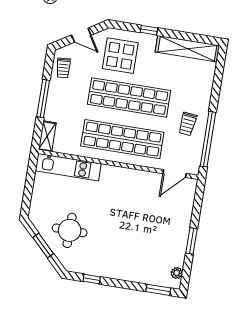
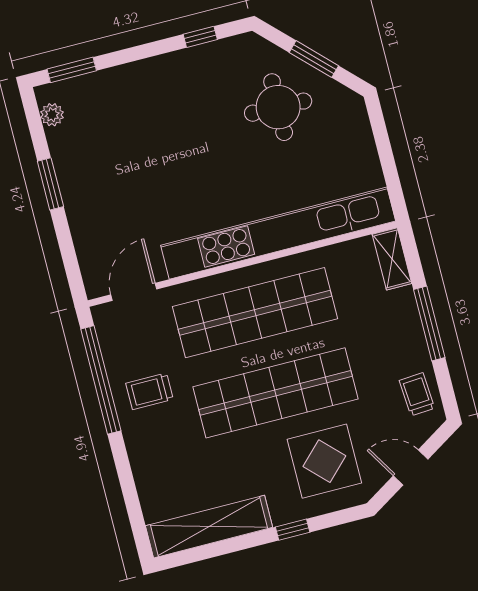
trolley: (188, 124) -> (149, 391), turned -96
kitchen unit: (68, 167) -> (278, 233), width x1.86

